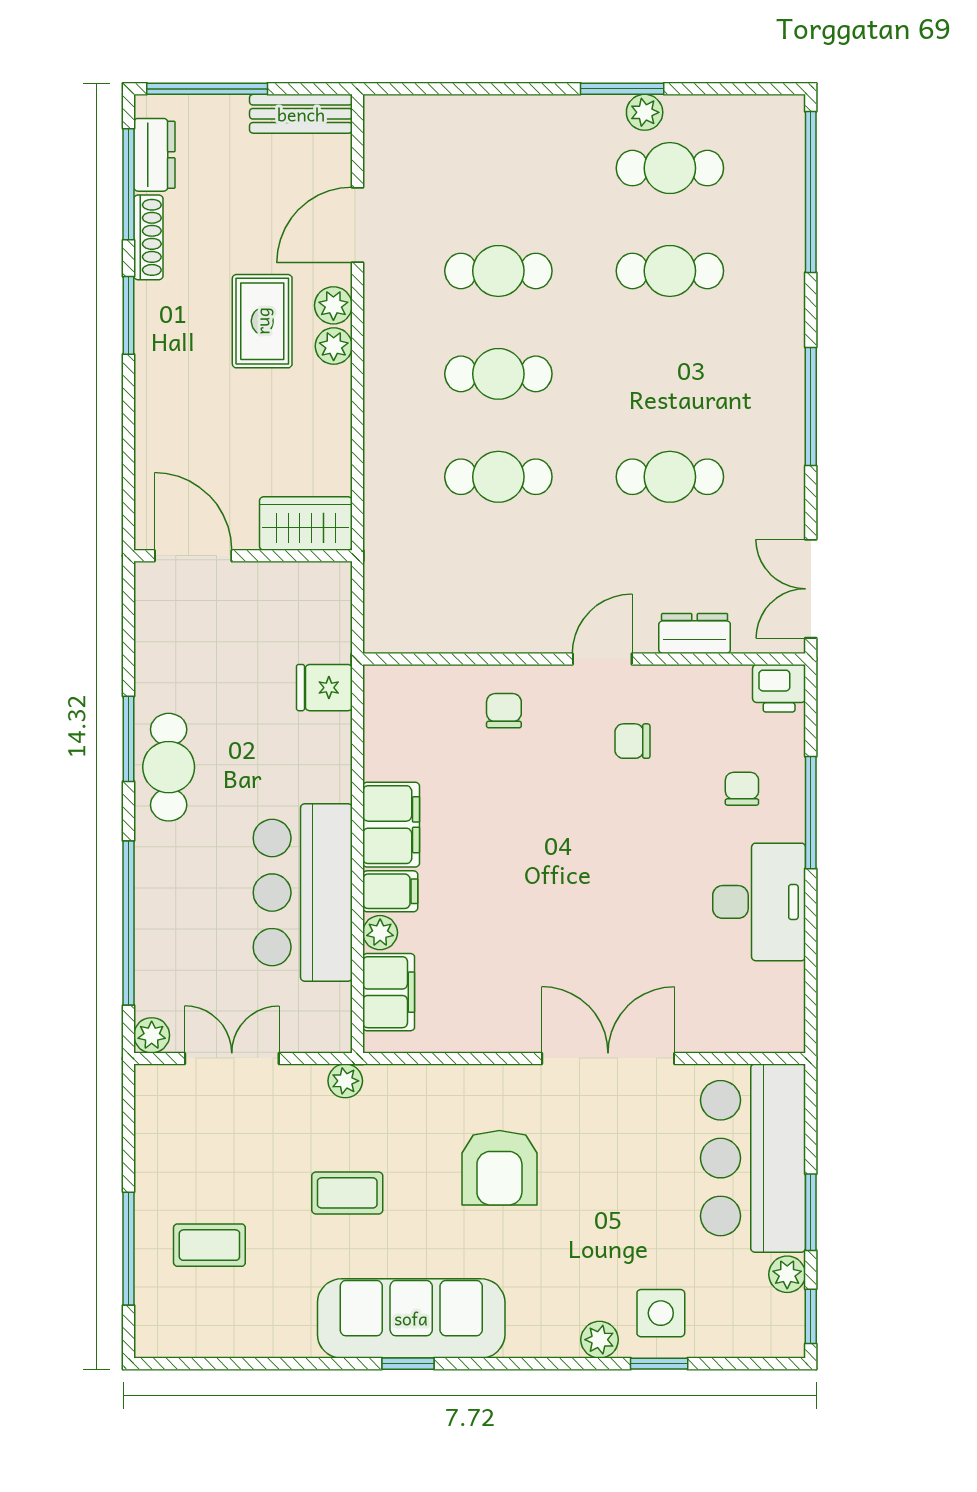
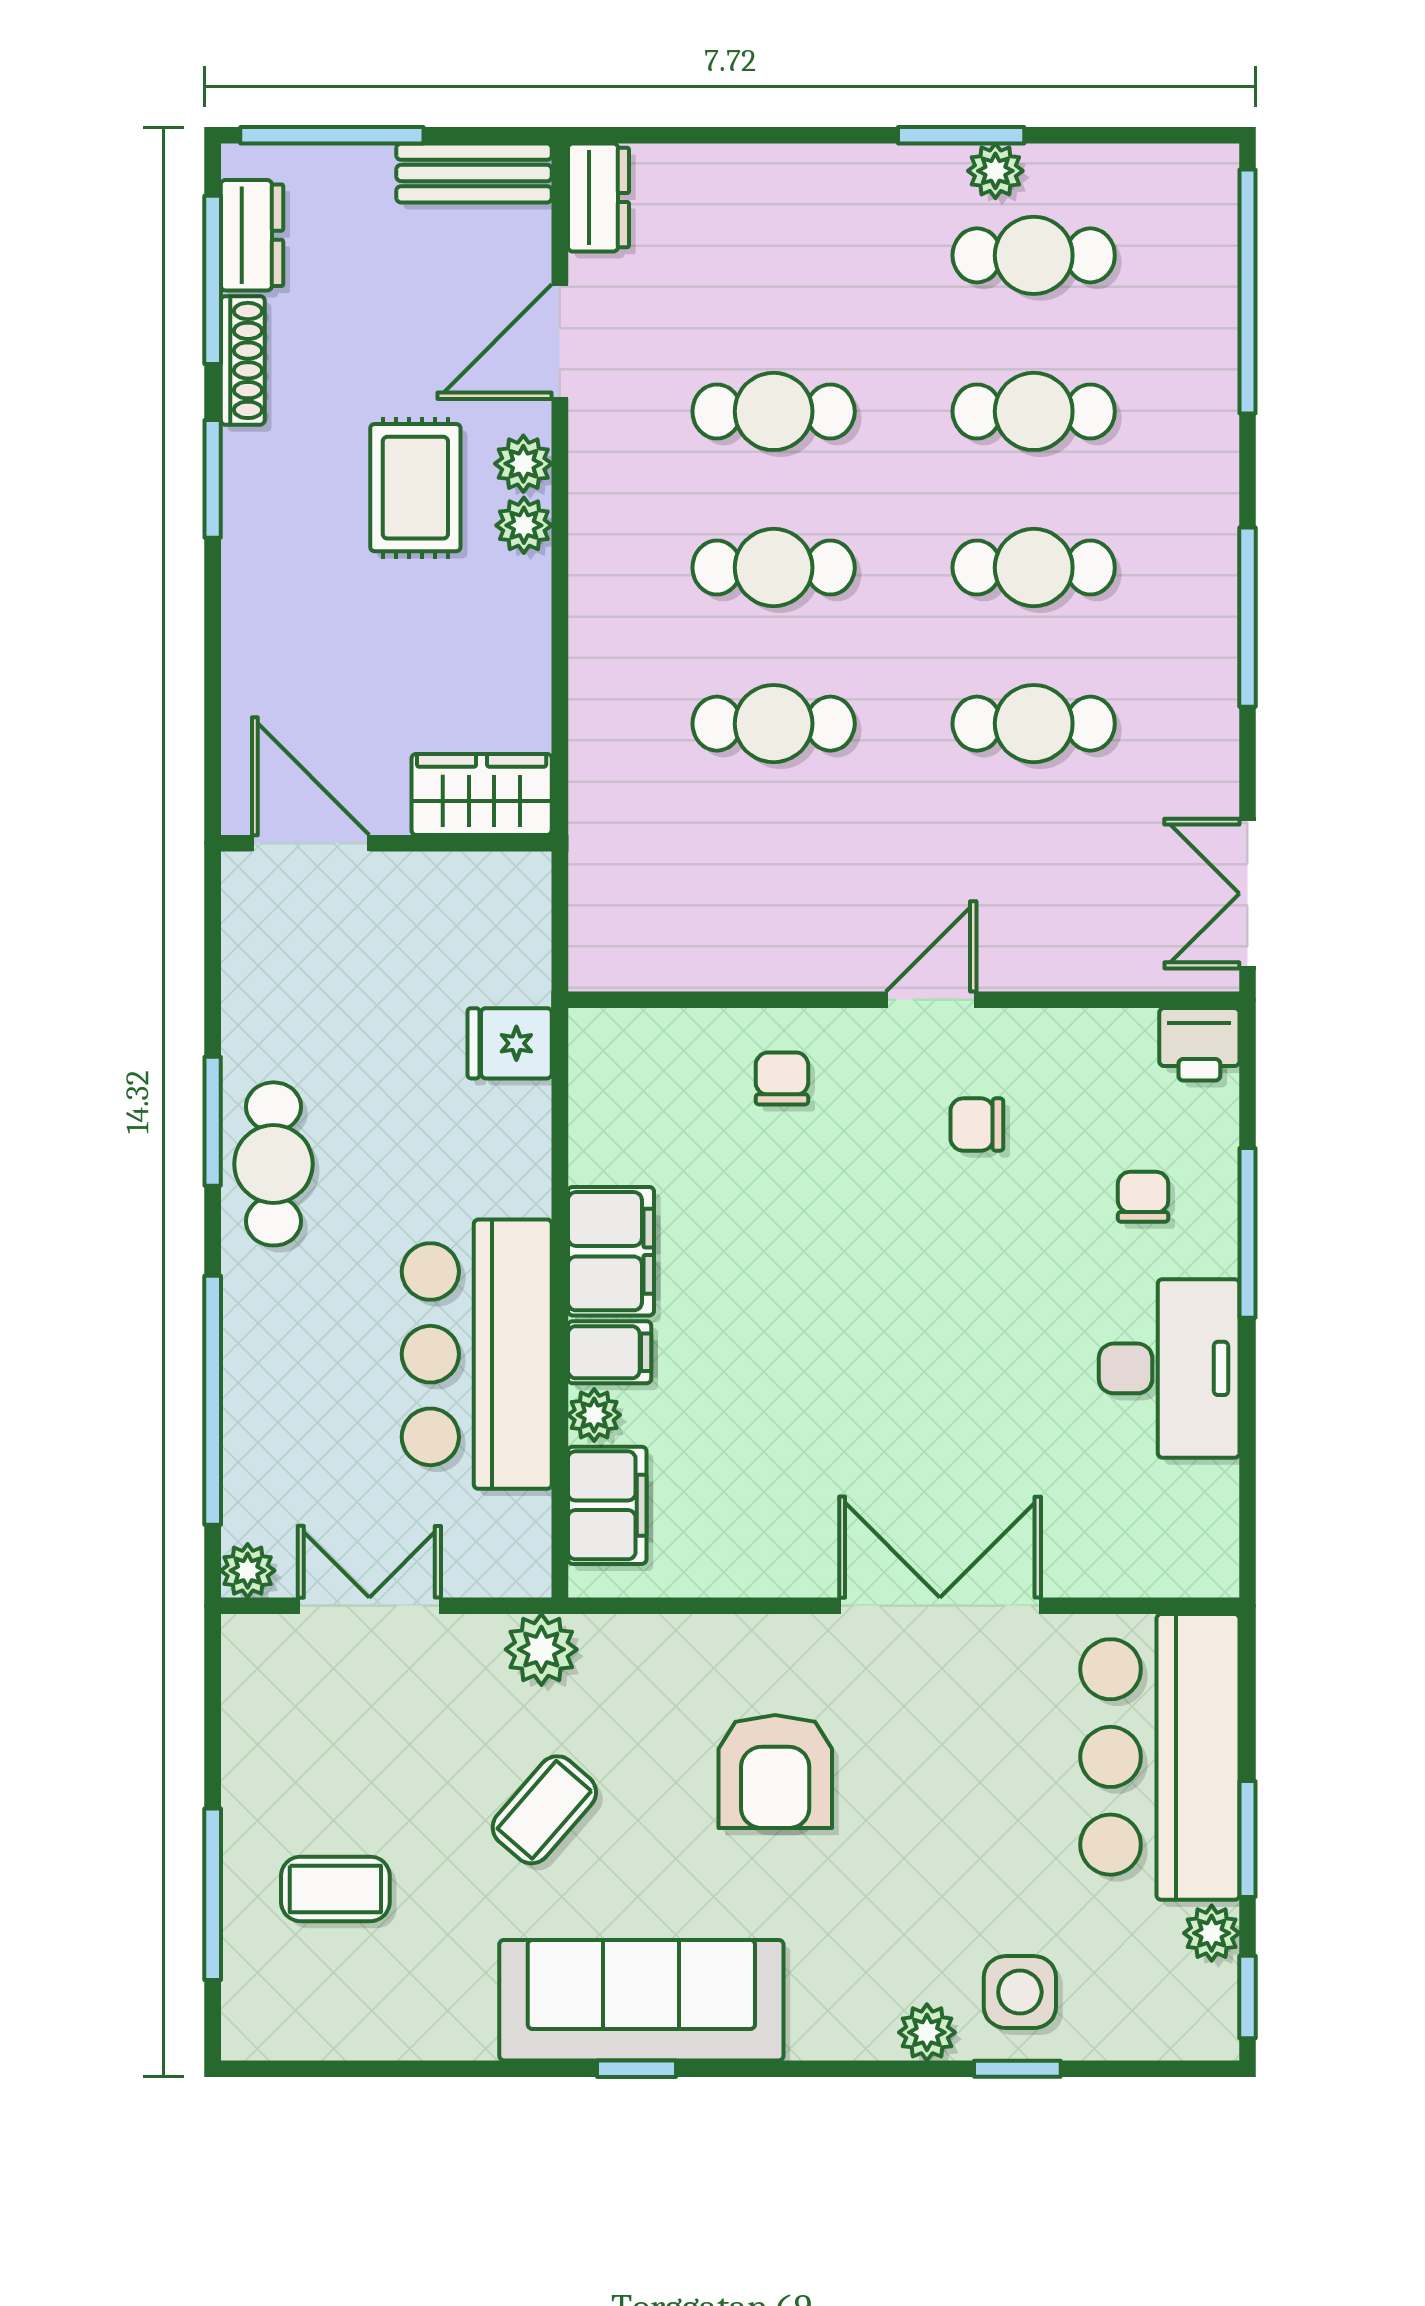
cafe table: (670, 374) -> (1034, 568), added
dresser: (695, 633) -> (598, 197), moved, turned 90
plant: (345, 1081) -> (541, 1649), width x1.38, depth x1.38
coffee table: (347, 1193) -> (544, 1810), turned -49

